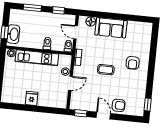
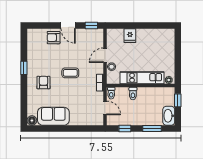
floor lamp: (91, 22) -> (32, 121), moved
sofa: (111, 28) -> (53, 116), moved
washbasin: (13, 34) -> (169, 116), moved
fridge: (32, 98) -> (130, 36), moved
window: (148, 104) -> (24, 68), moved

